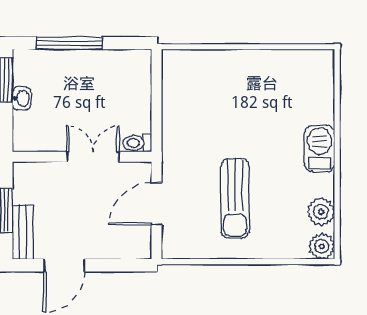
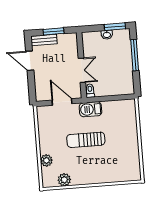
barbecue: (319, 149) -> (90, 109), moved, turned 180
sun lounger: (235, 198) -> (86, 140), moved
plant: (322, 246) -> (46, 160), moved

